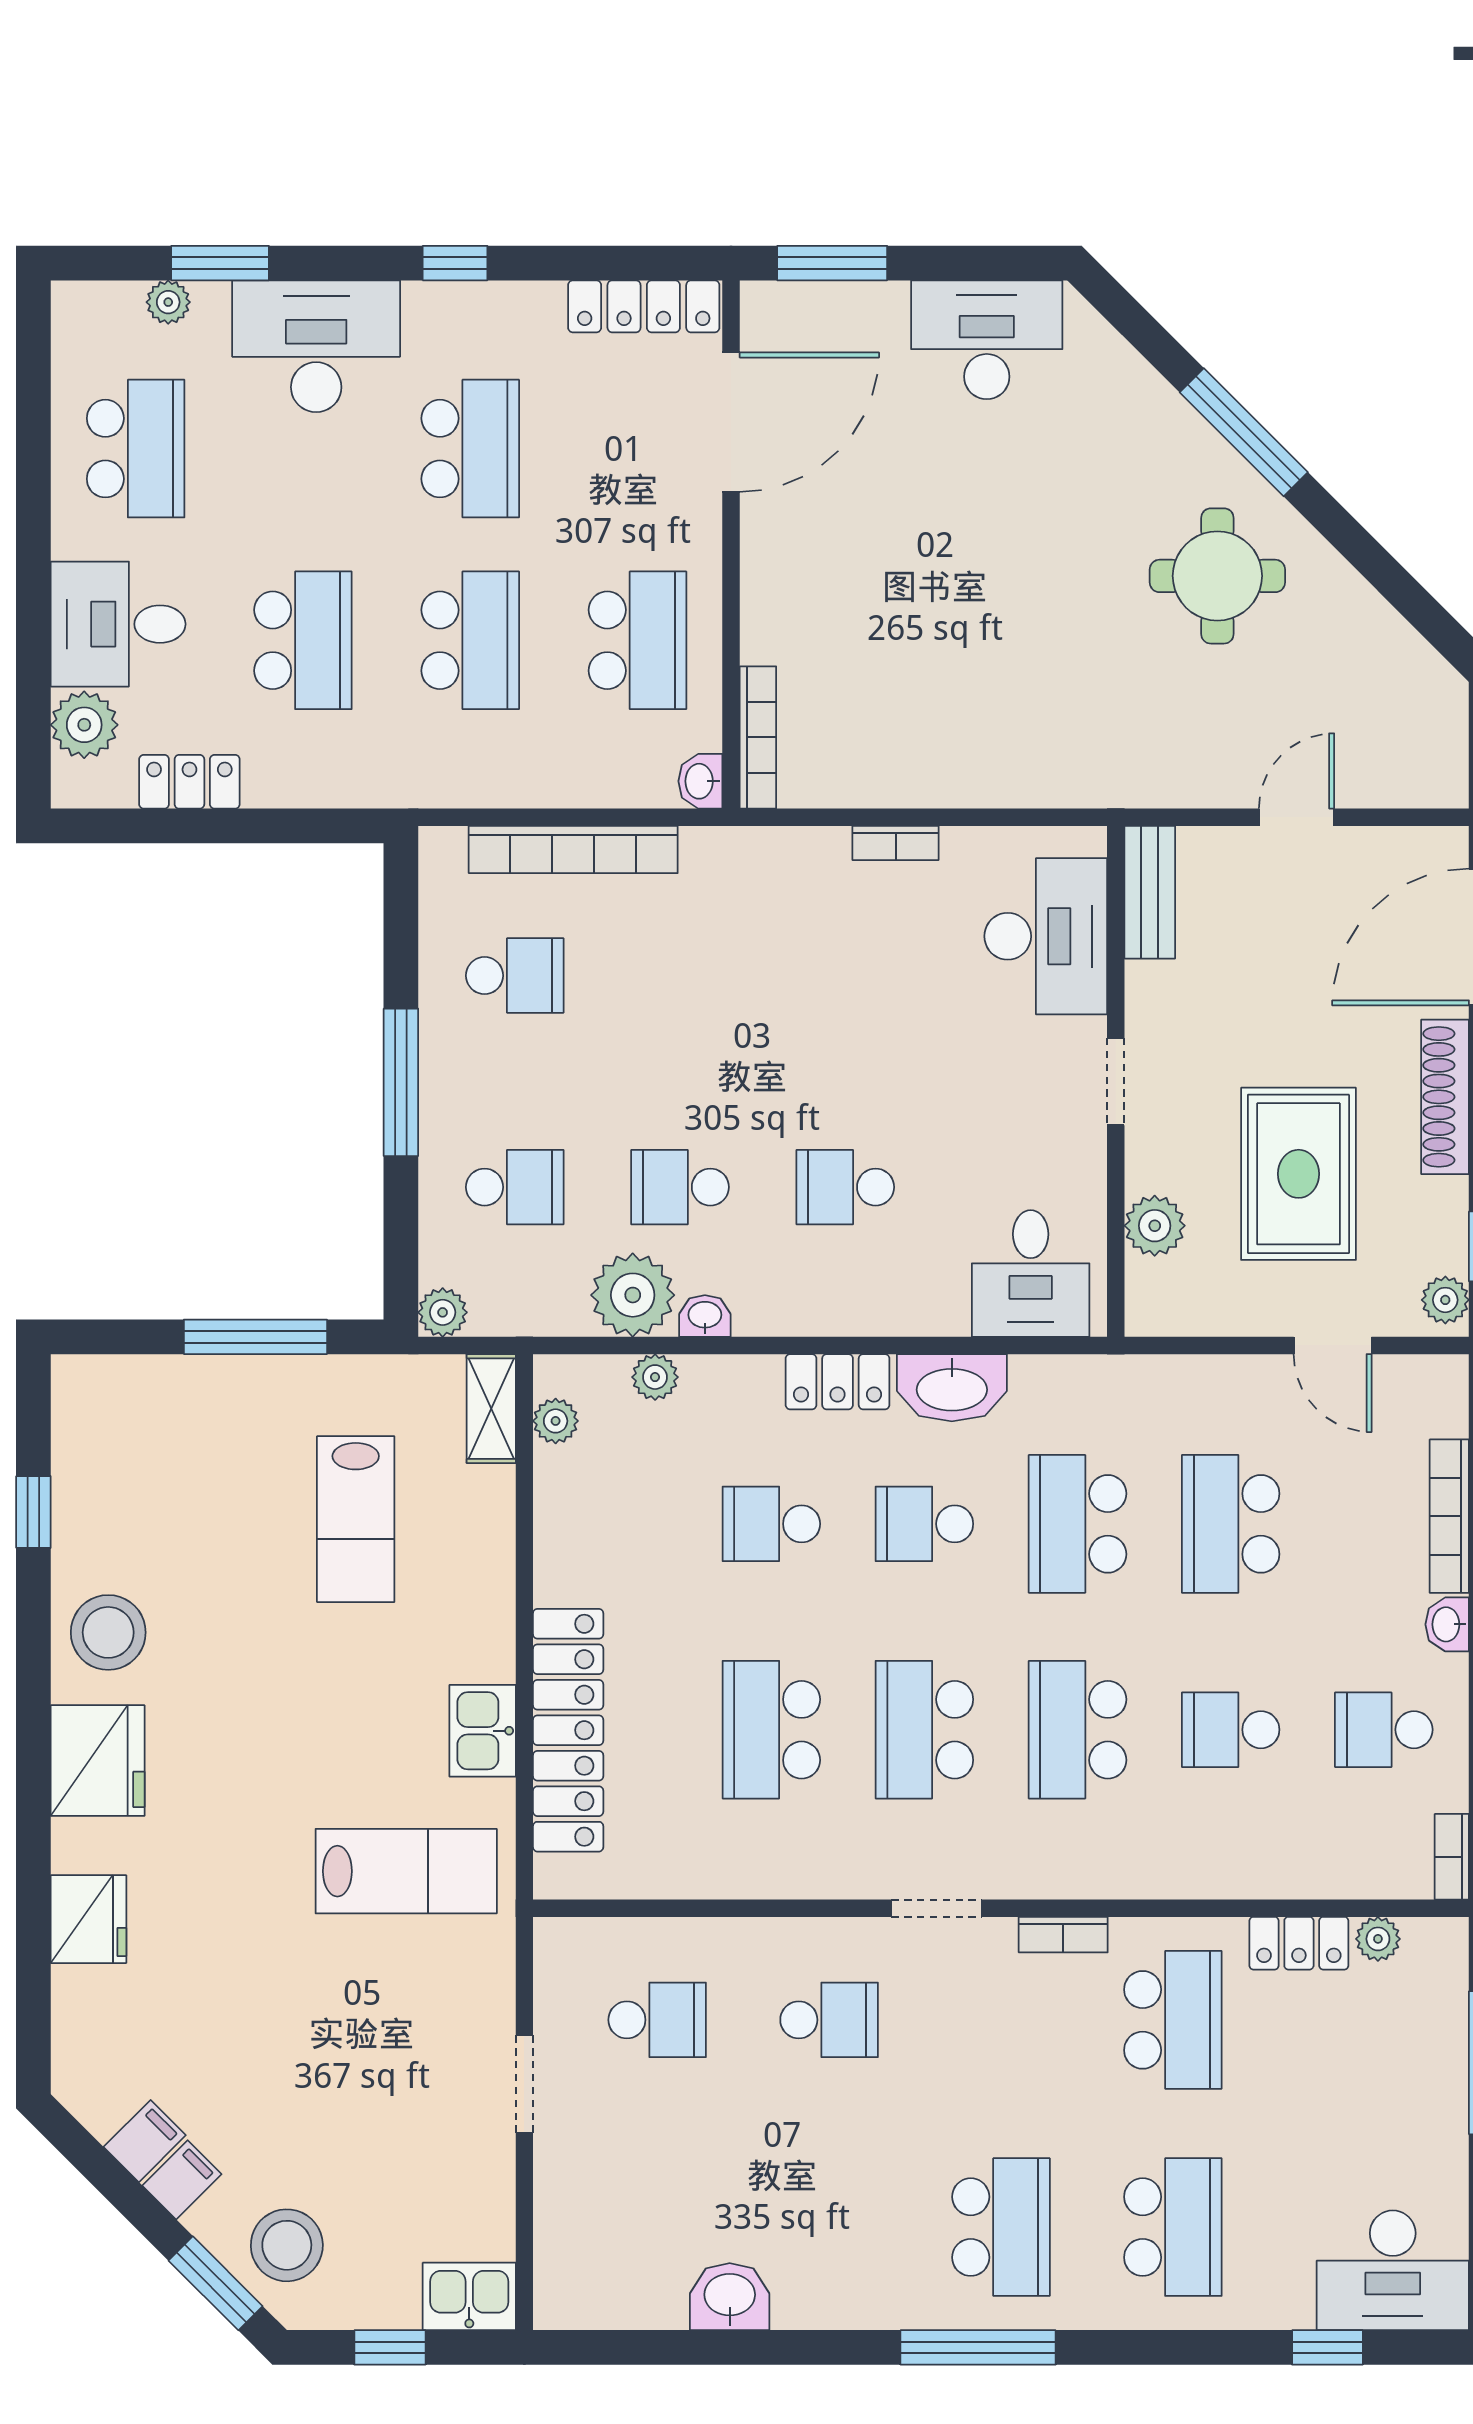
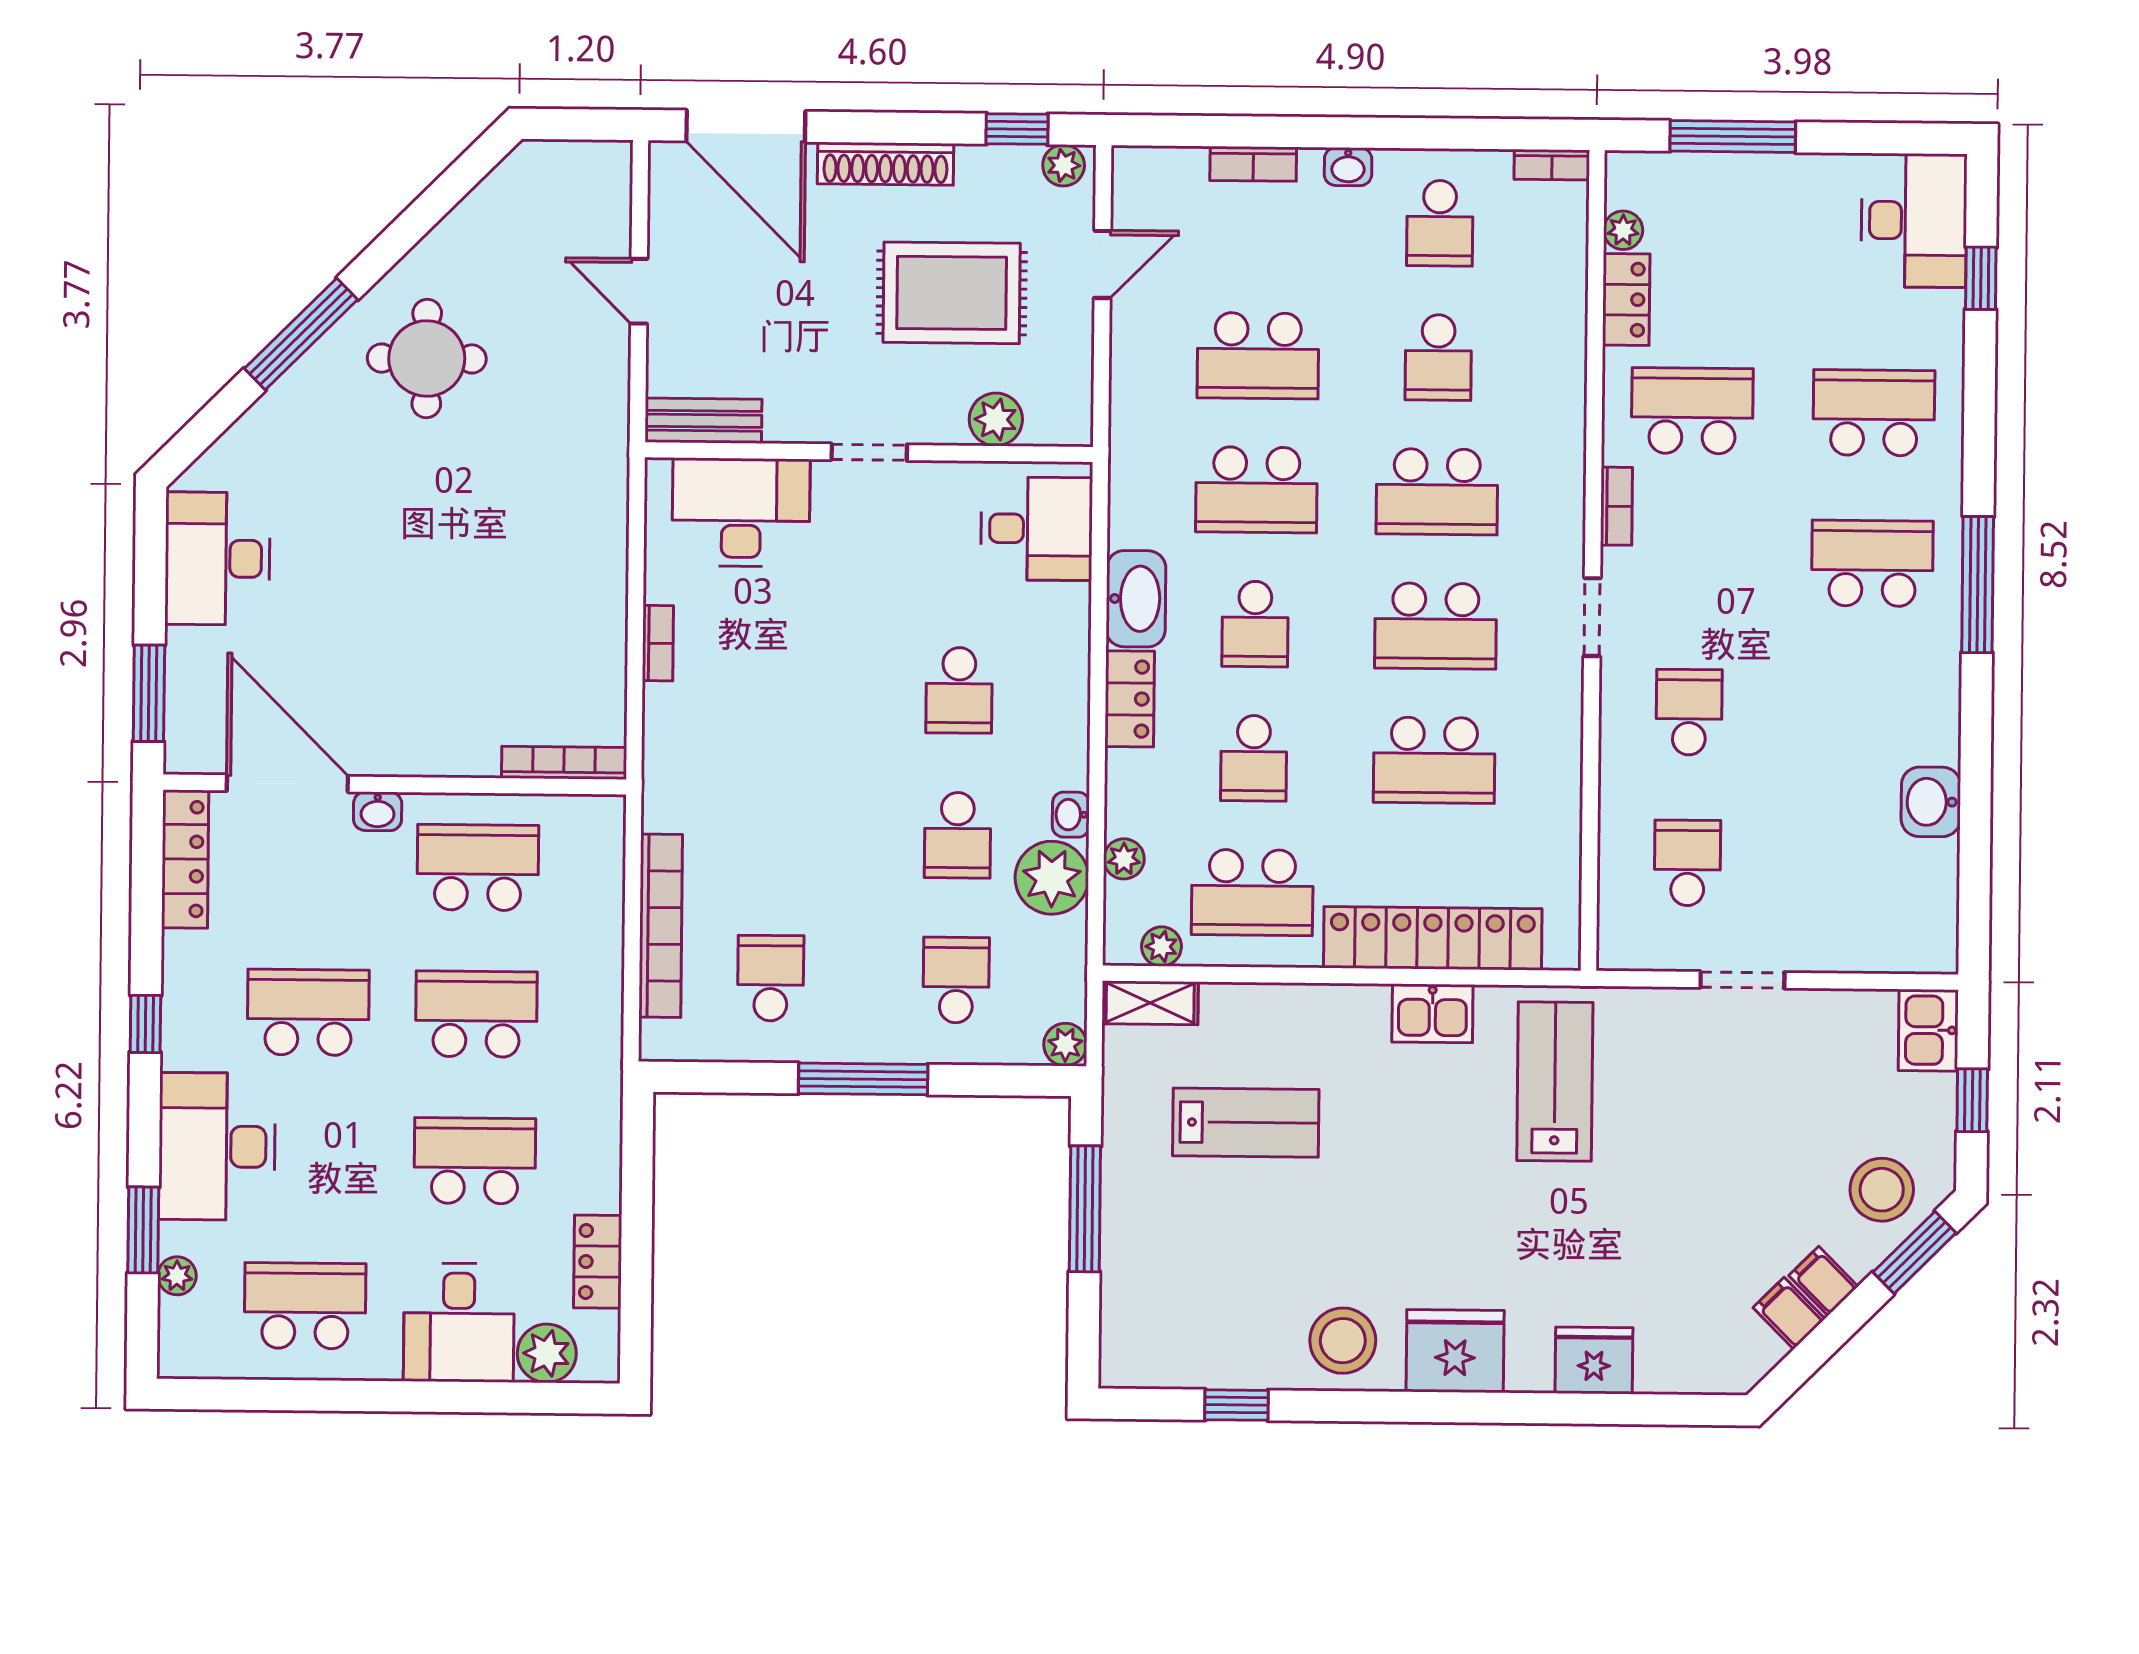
washbasin: (700, 781) -> (378, 811), moved
bookcase: (1449, 1516) -> (1253, 164), width x0.64
school desk: (618, 1524) -> (1252, 892), added

